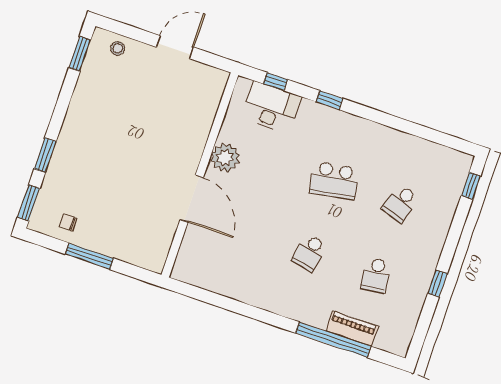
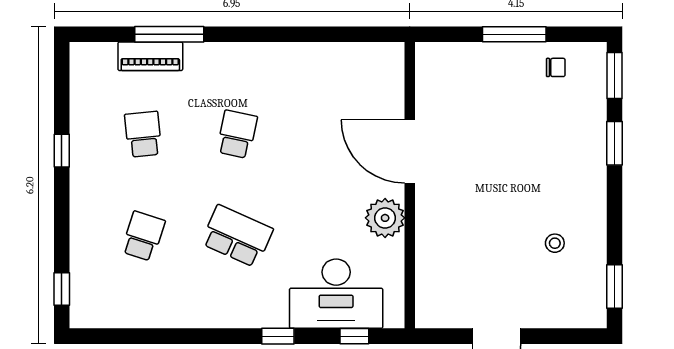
stool: (118, 48) -> (555, 243), moved
desk: (271, 107) -> (336, 294), width x1.36, depth x1.30
school desk: (334, 181) -> (237, 236), turned 33
window: (333, 340) -> (169, 34), width x0.68

